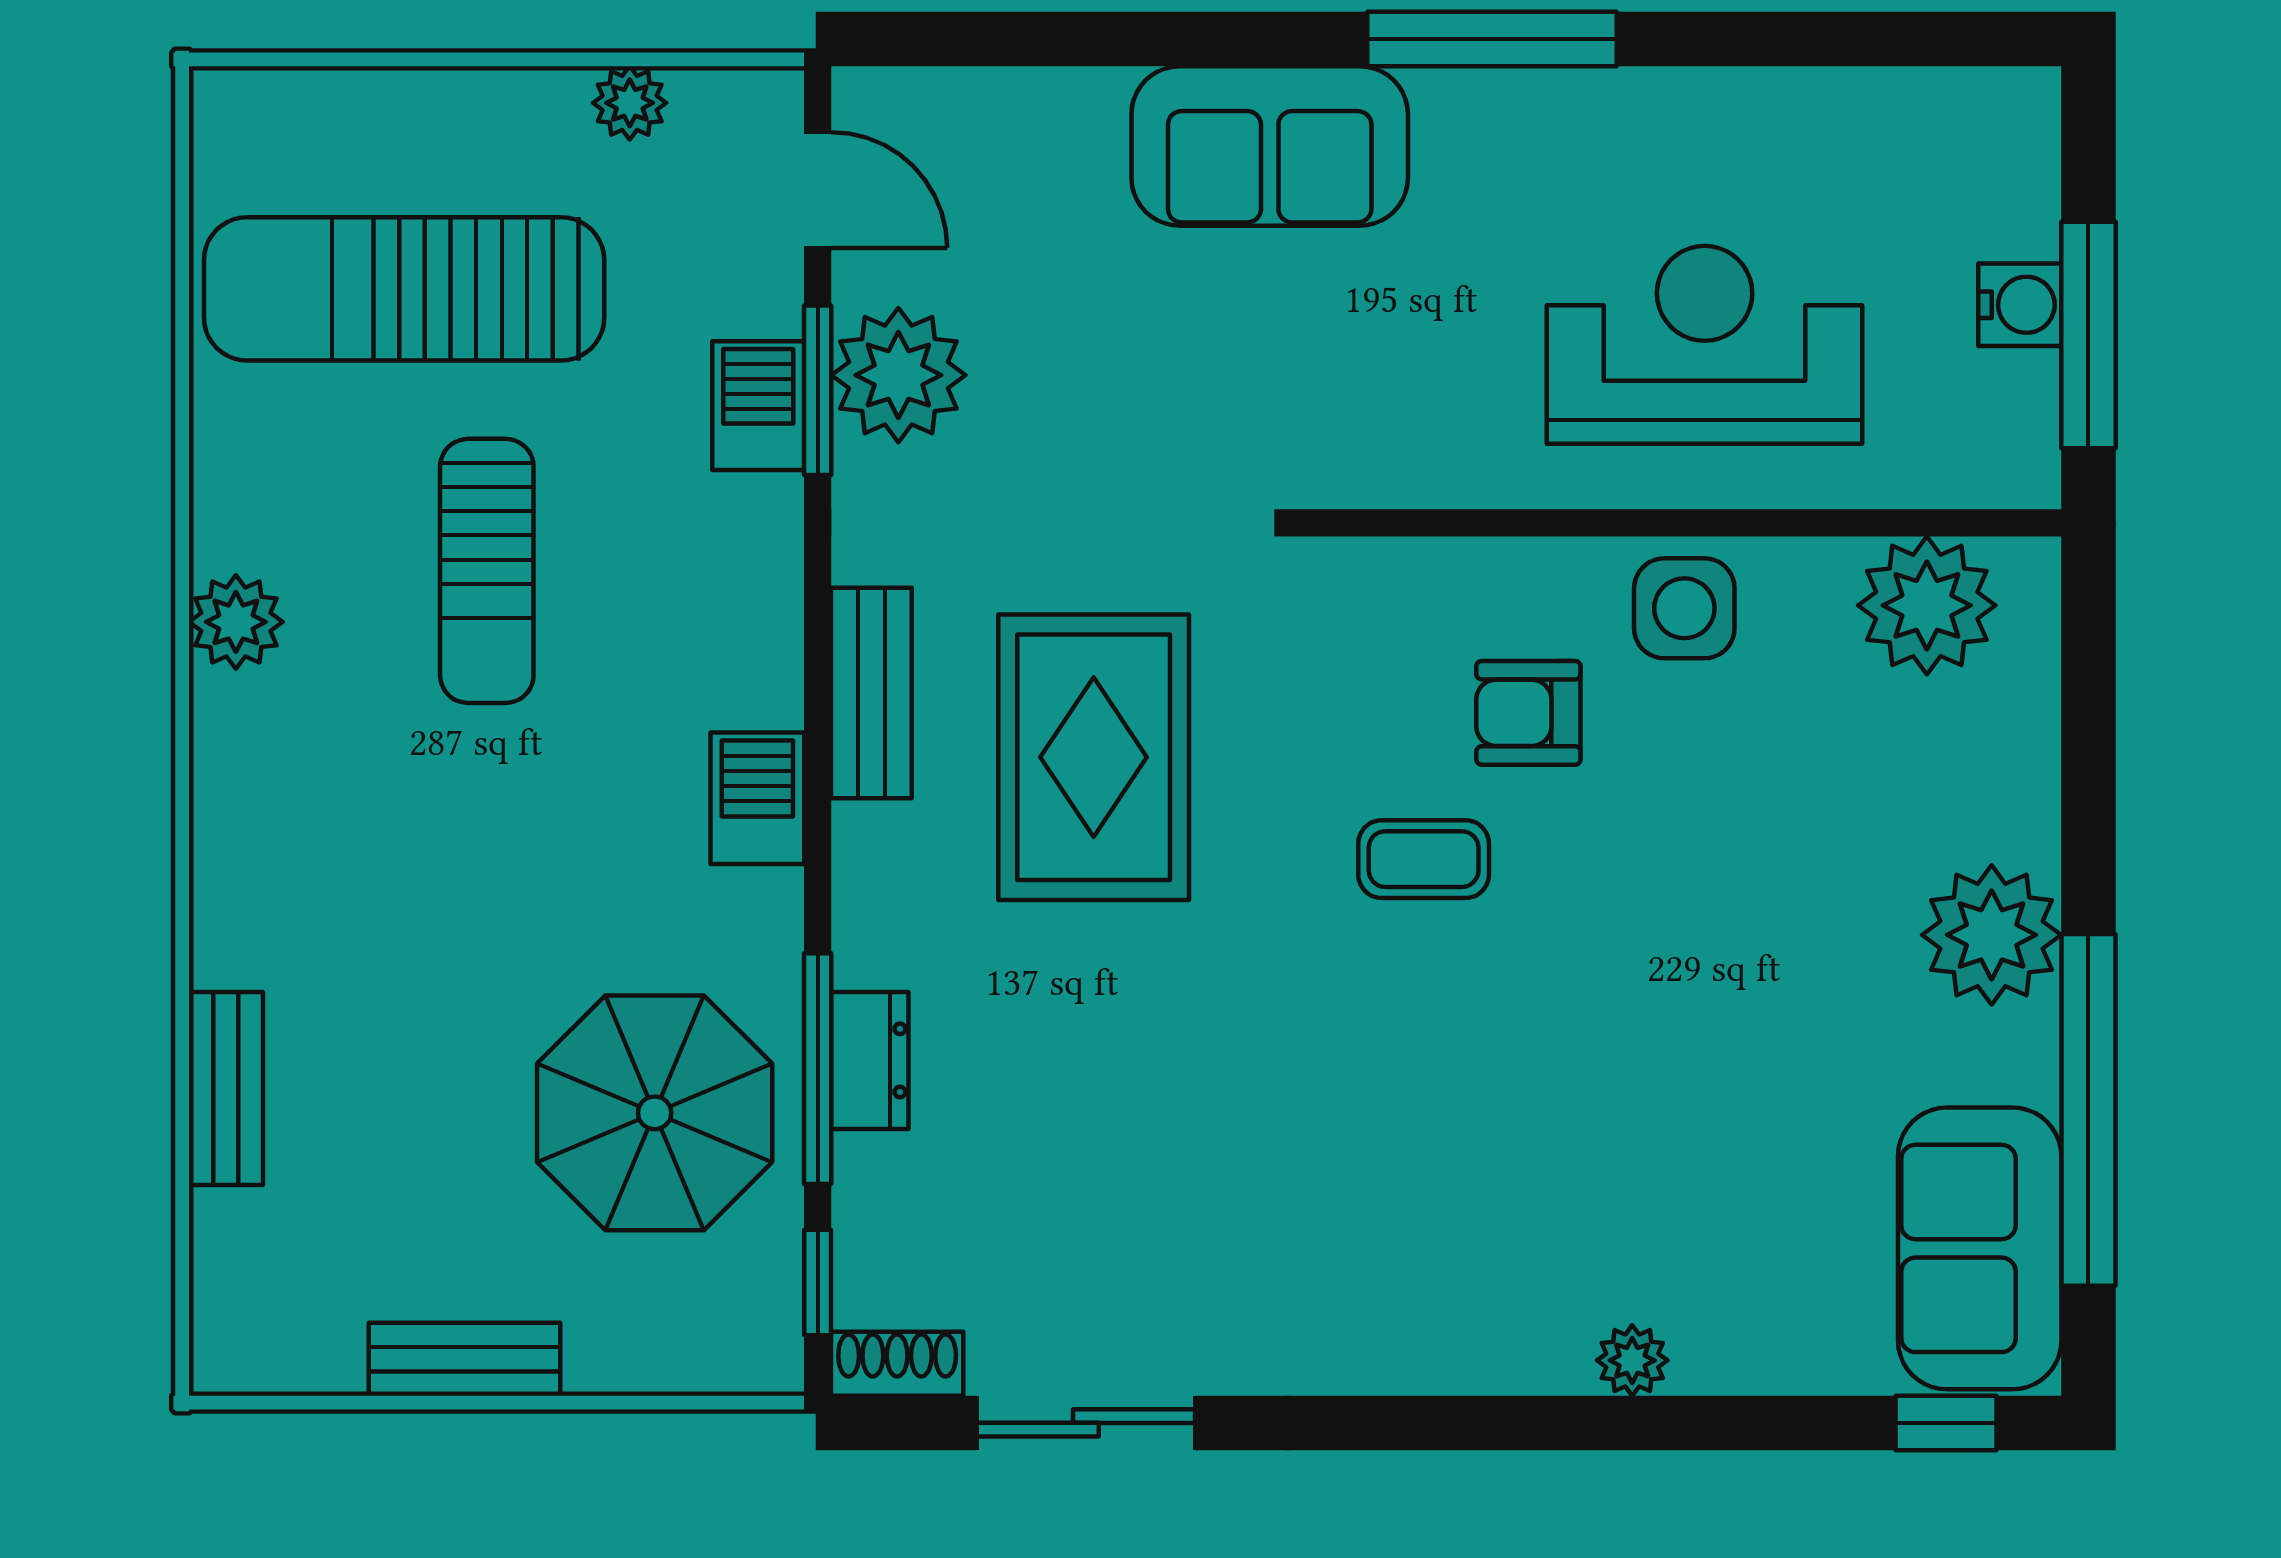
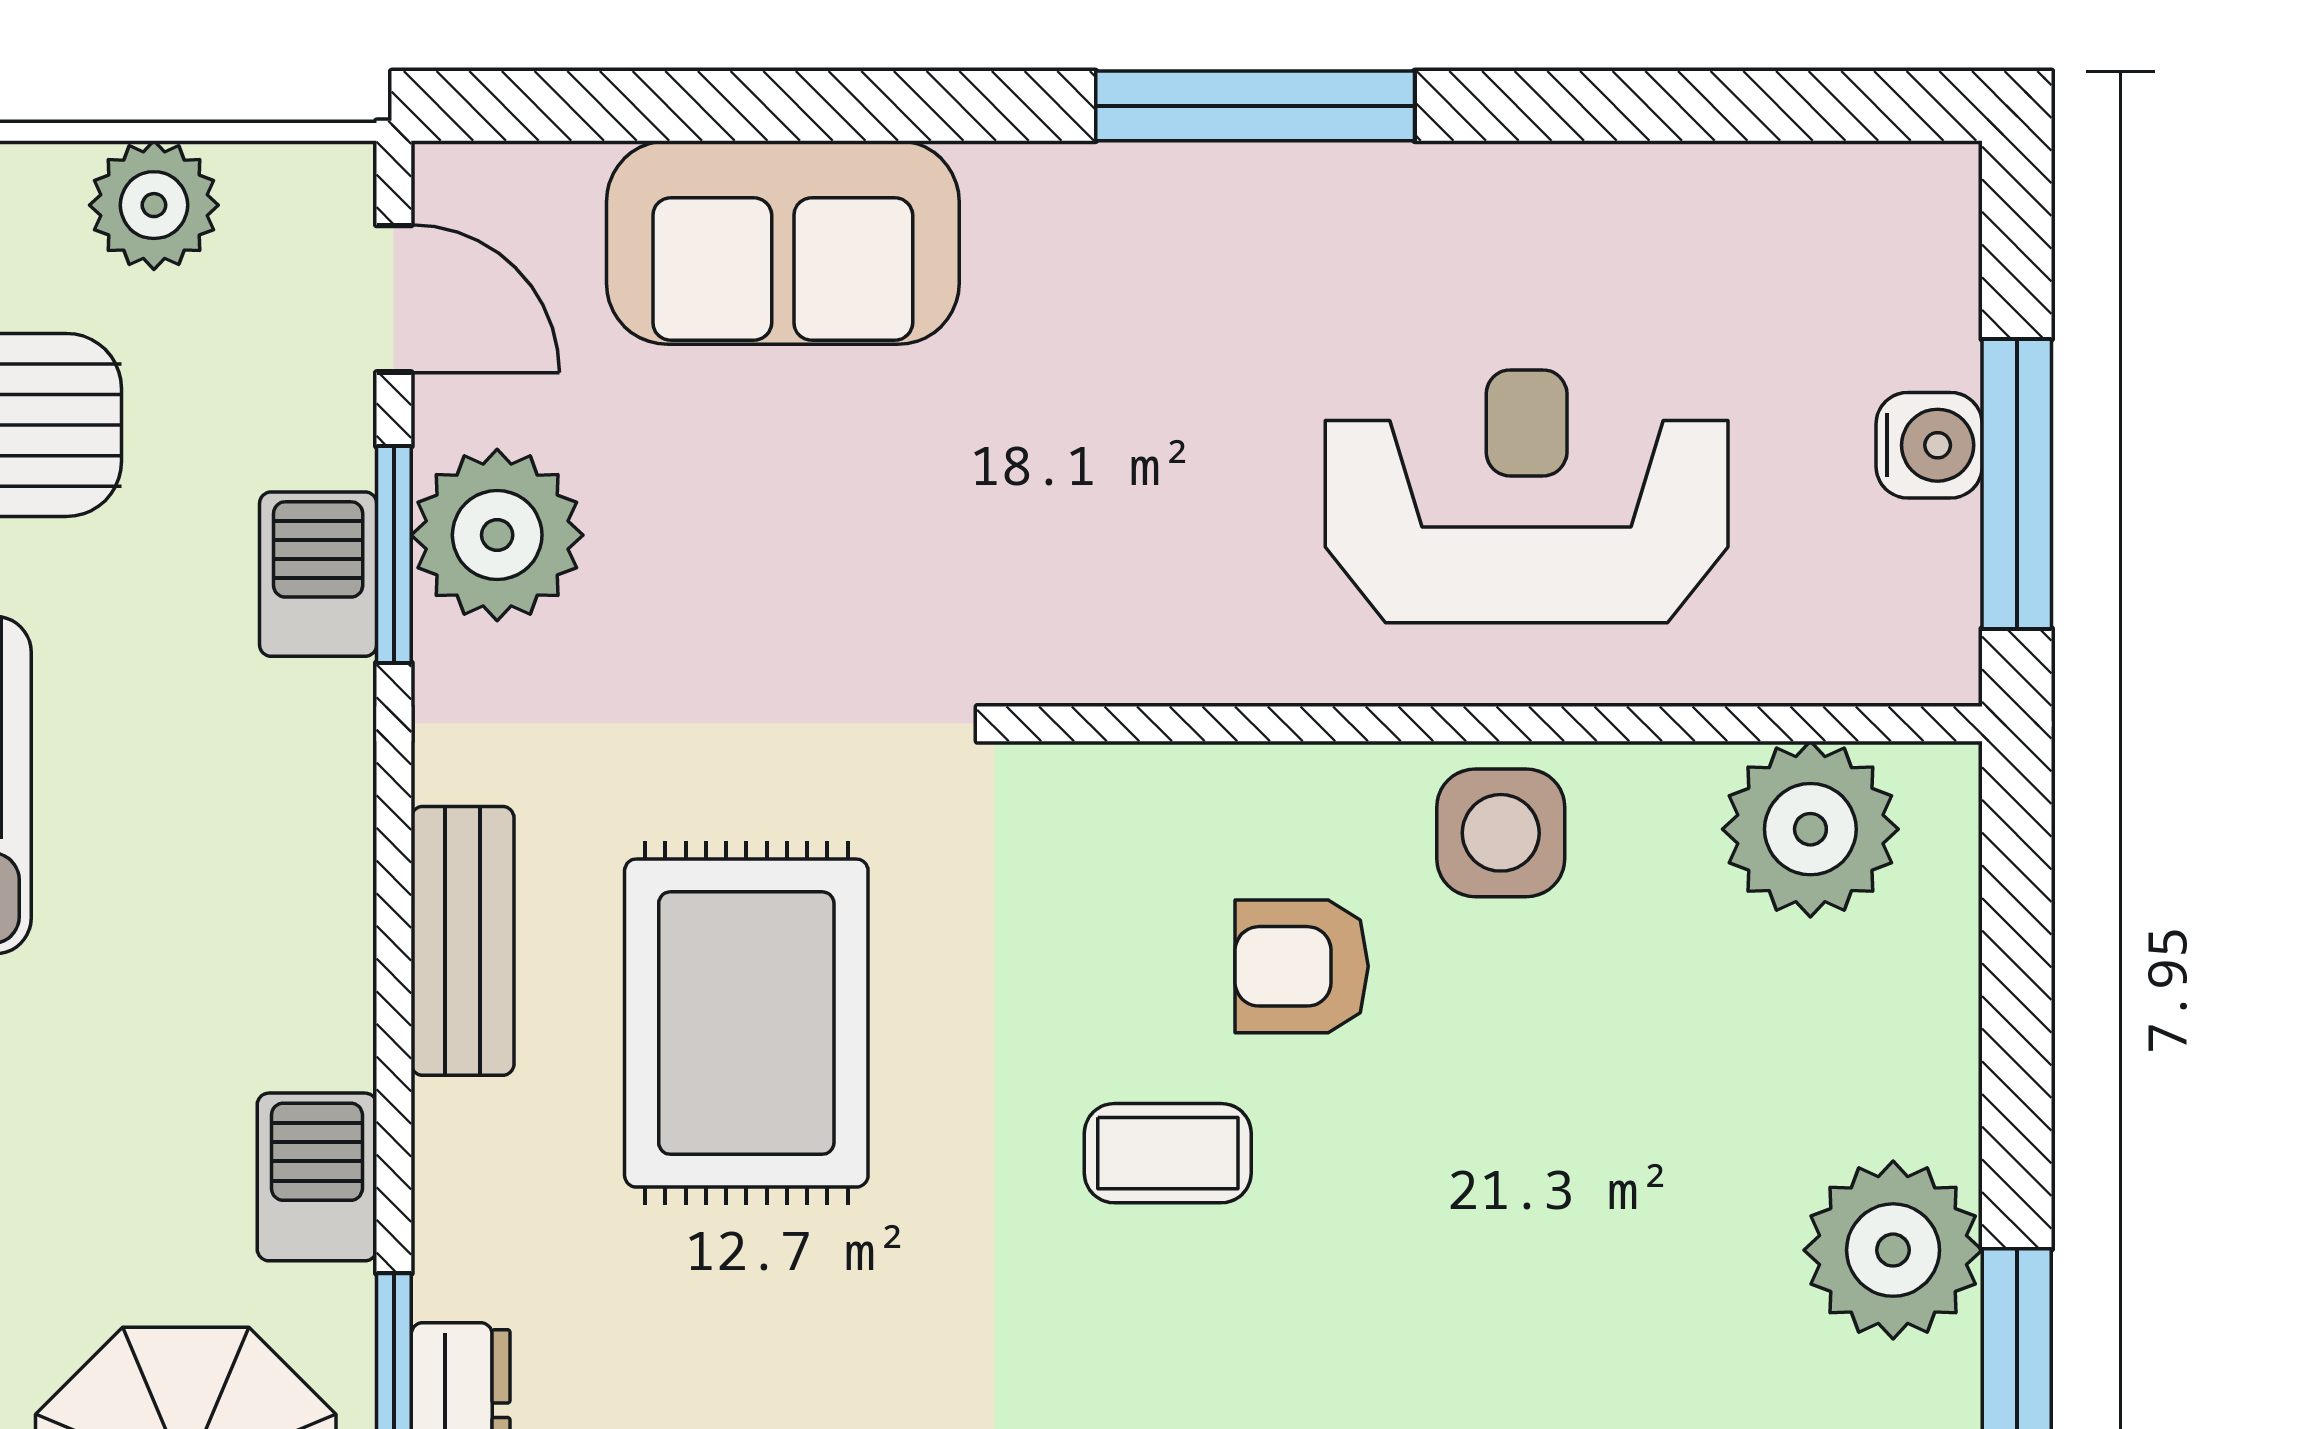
plant: (630, 103) -> (154, 205), width x1.38, depth x1.38
sofa: (1270, 146) -> (783, 242), moved
barbecue: (757, 798) -> (317, 1177), moved

